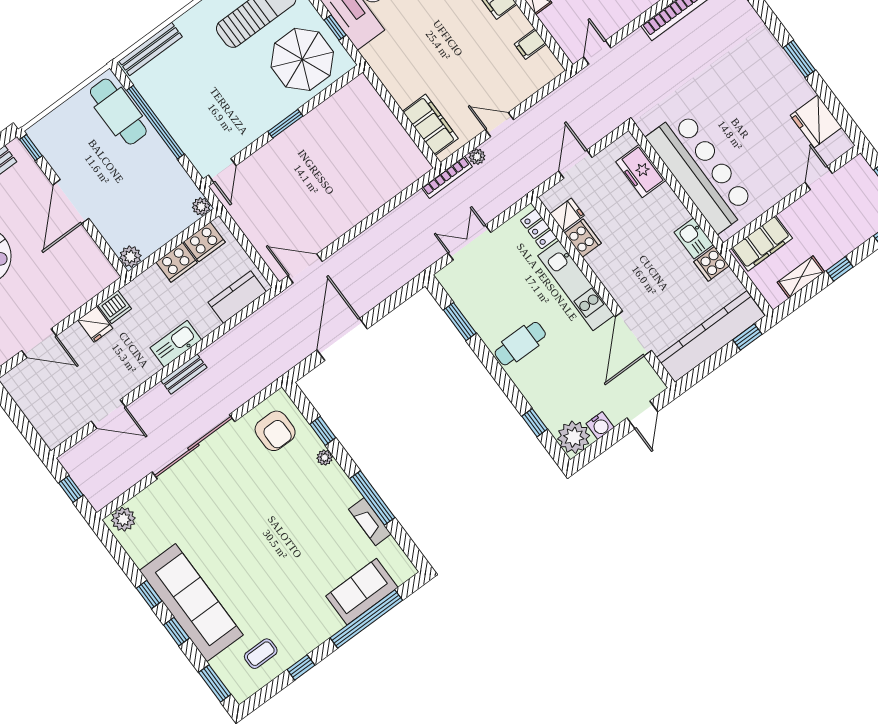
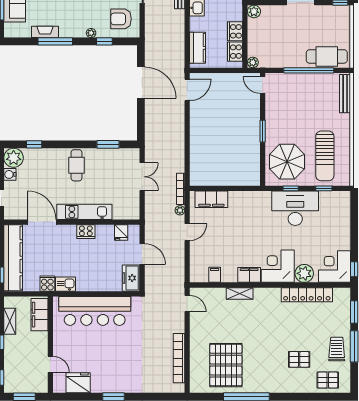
freezer: (641, 171) -> (131, 278), moved, turned -90
locker: (539, 229) -> (124, 214), removed
cooker: (583, 238) -> (86, 232), moved

